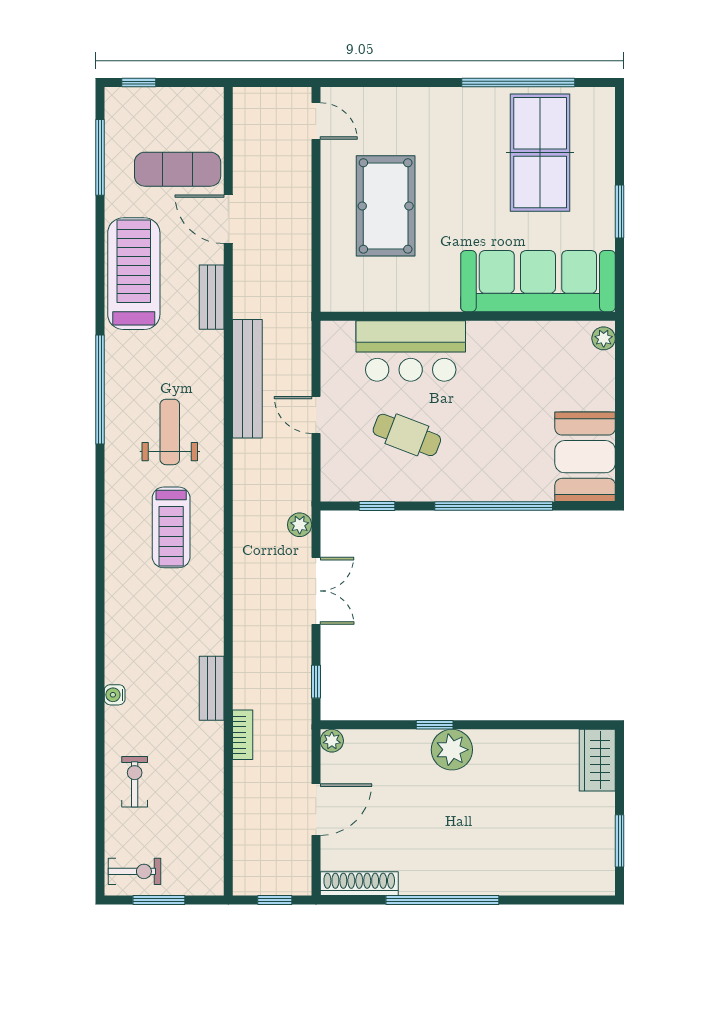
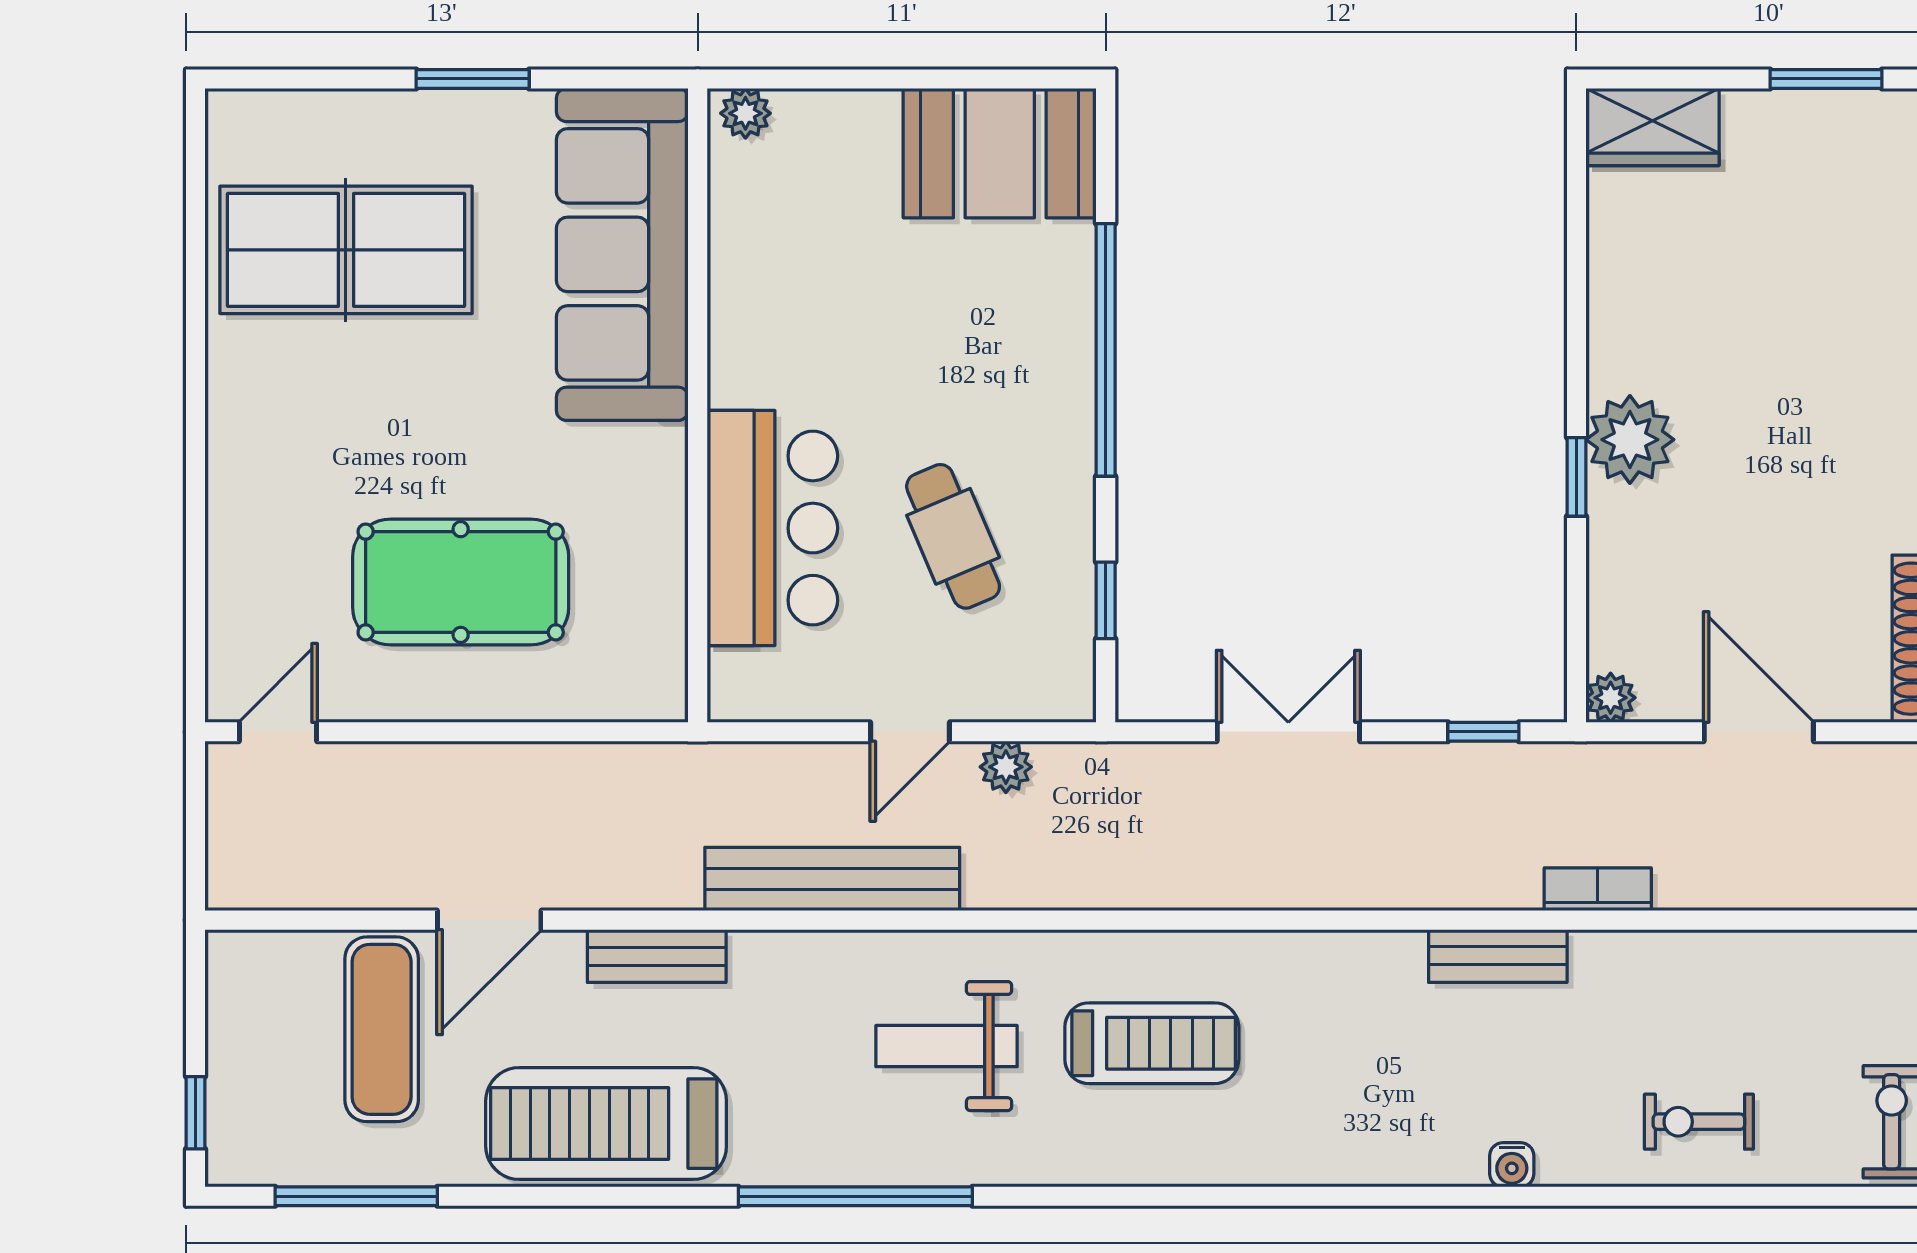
window: (518, 83) -> (195, 297), removed
cafe table: (407, 435) -> (953, 536), turned -44
plant: (300, 525) -> (1006, 767), moved

